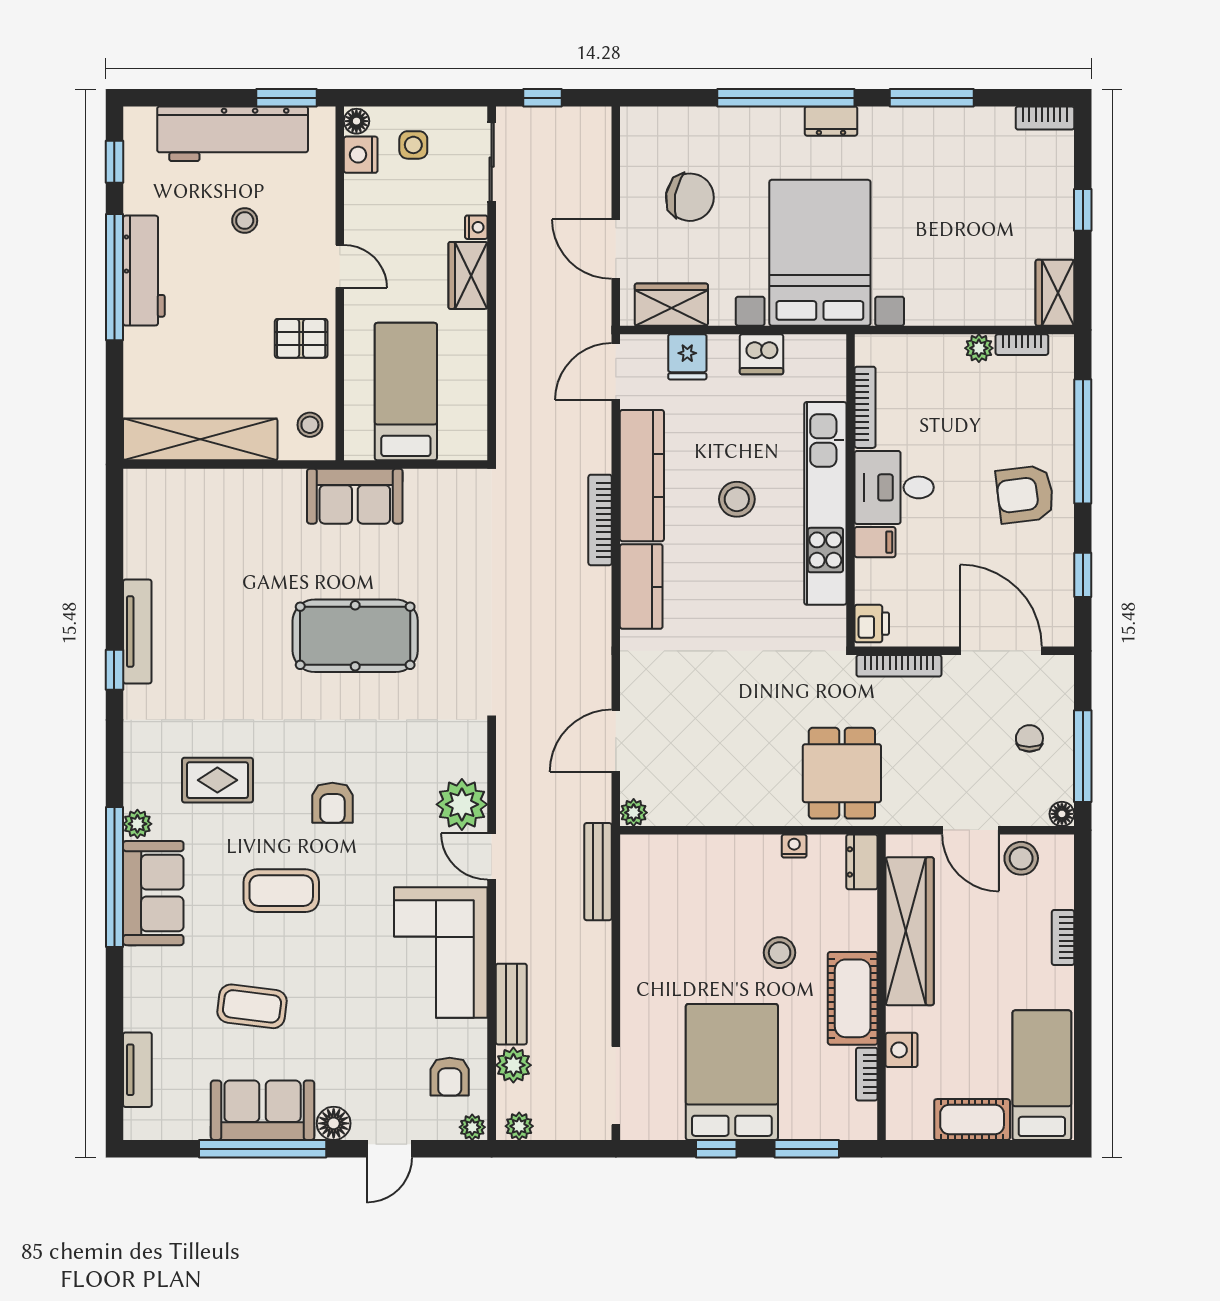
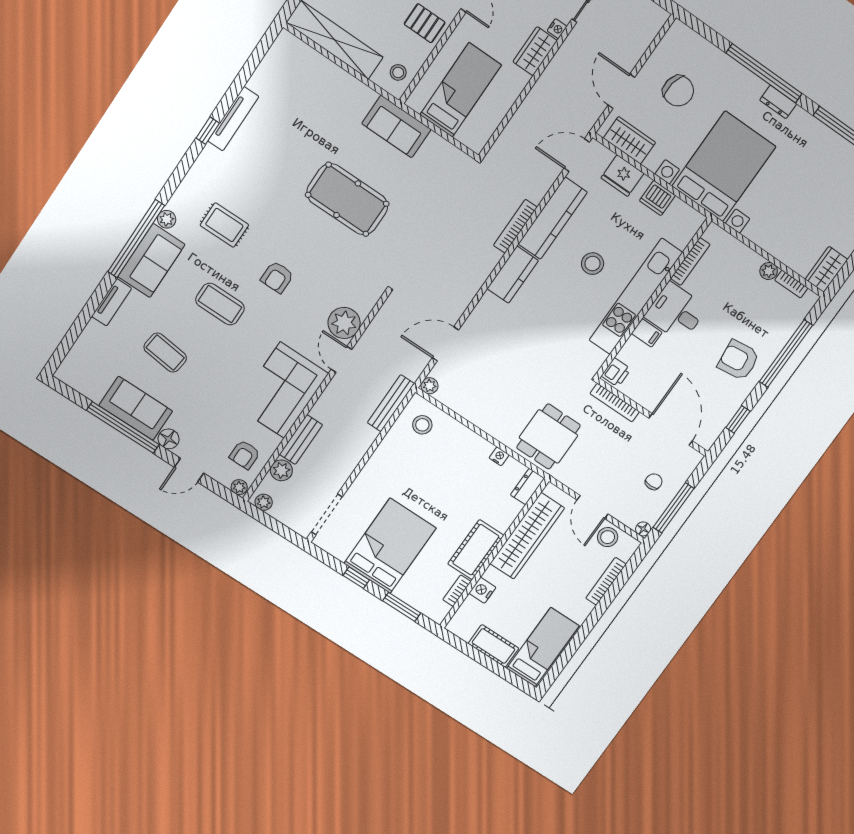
fridge: (687, 357) -> (622, 176), width x1.38
bookcase: (1063, 938) -> (606, 581), width x1.56
stool: (780, 953) -> (422, 425), moved
tv unit: (137, 1070) -> (112, 302), moved

